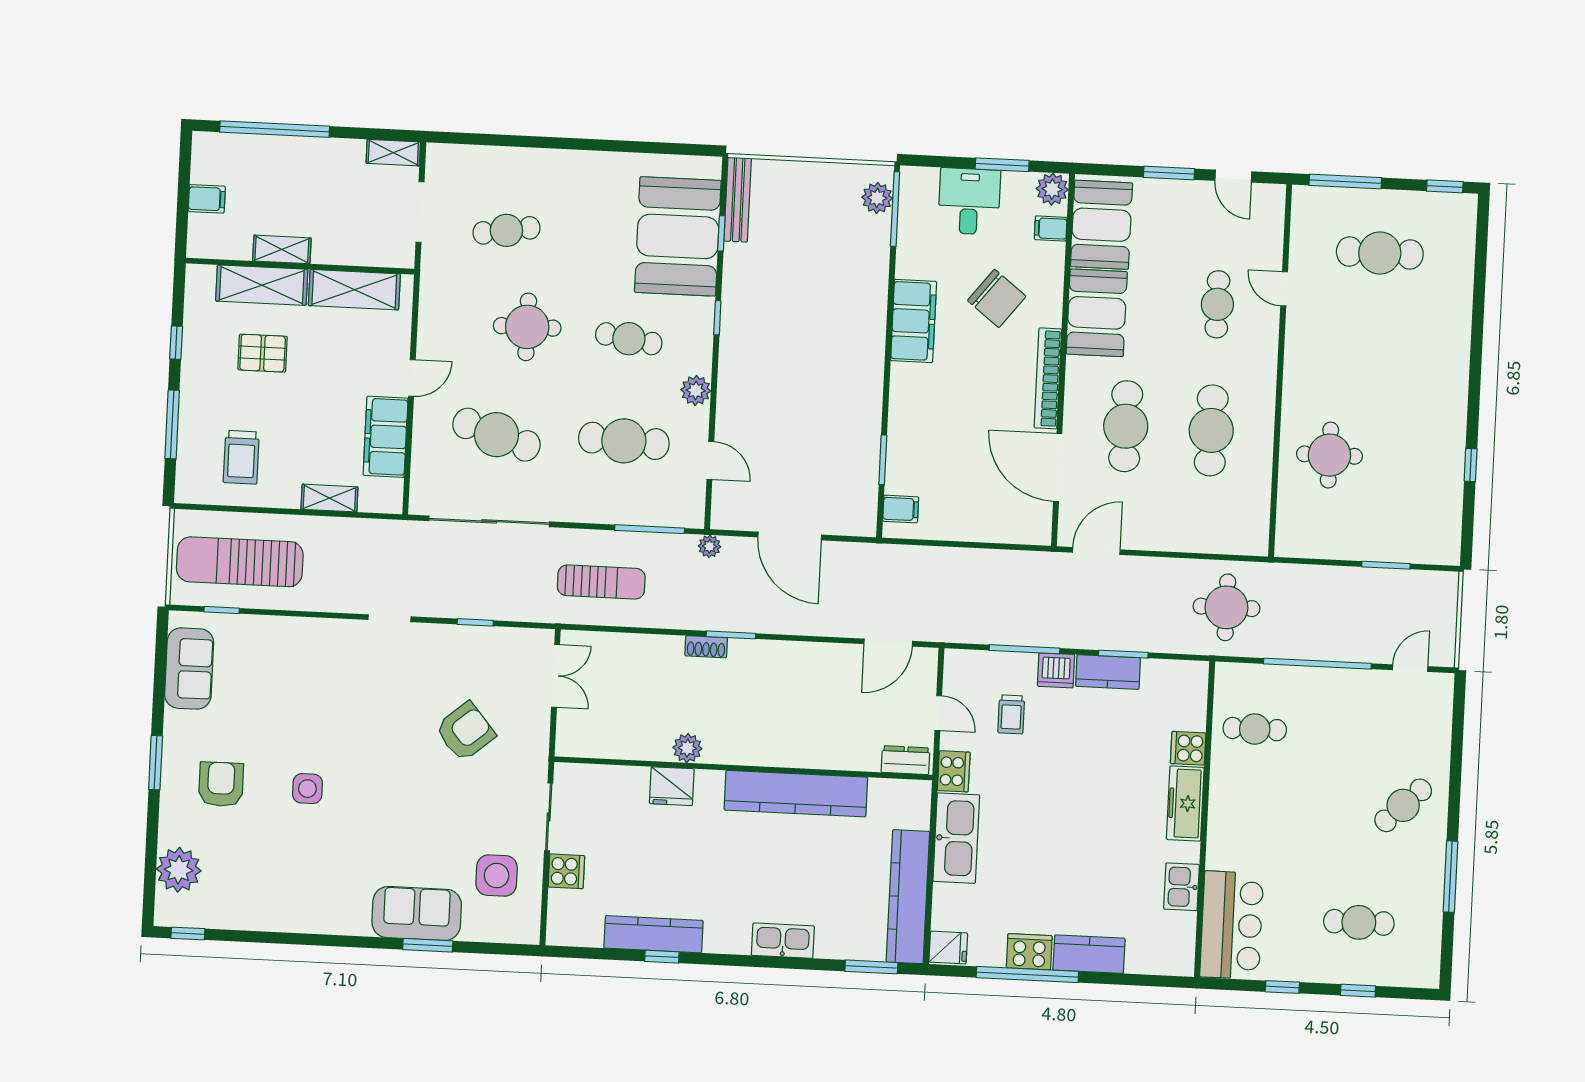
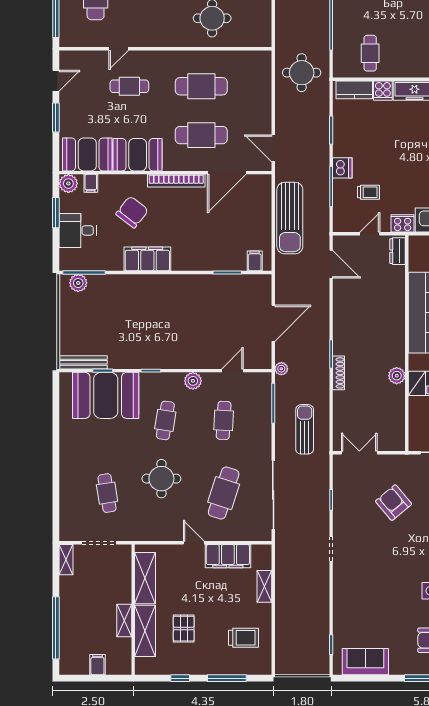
cafe table: (624, 441) -> (224, 420), width x0.73, depth x0.74
sun lounger: (240, 562) -> (290, 218), moved
shoe rack: (706, 647) -> (339, 373), width x1.43
kitchen counter: (1108, 672) -> (354, 90), moved, turned 90

